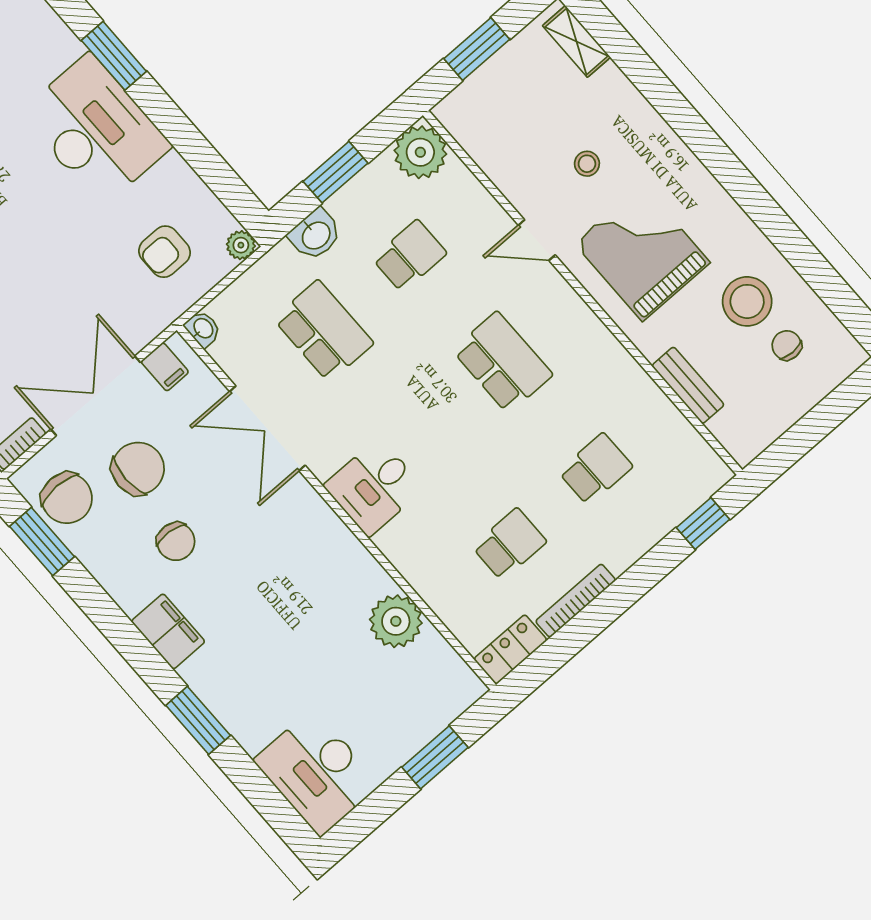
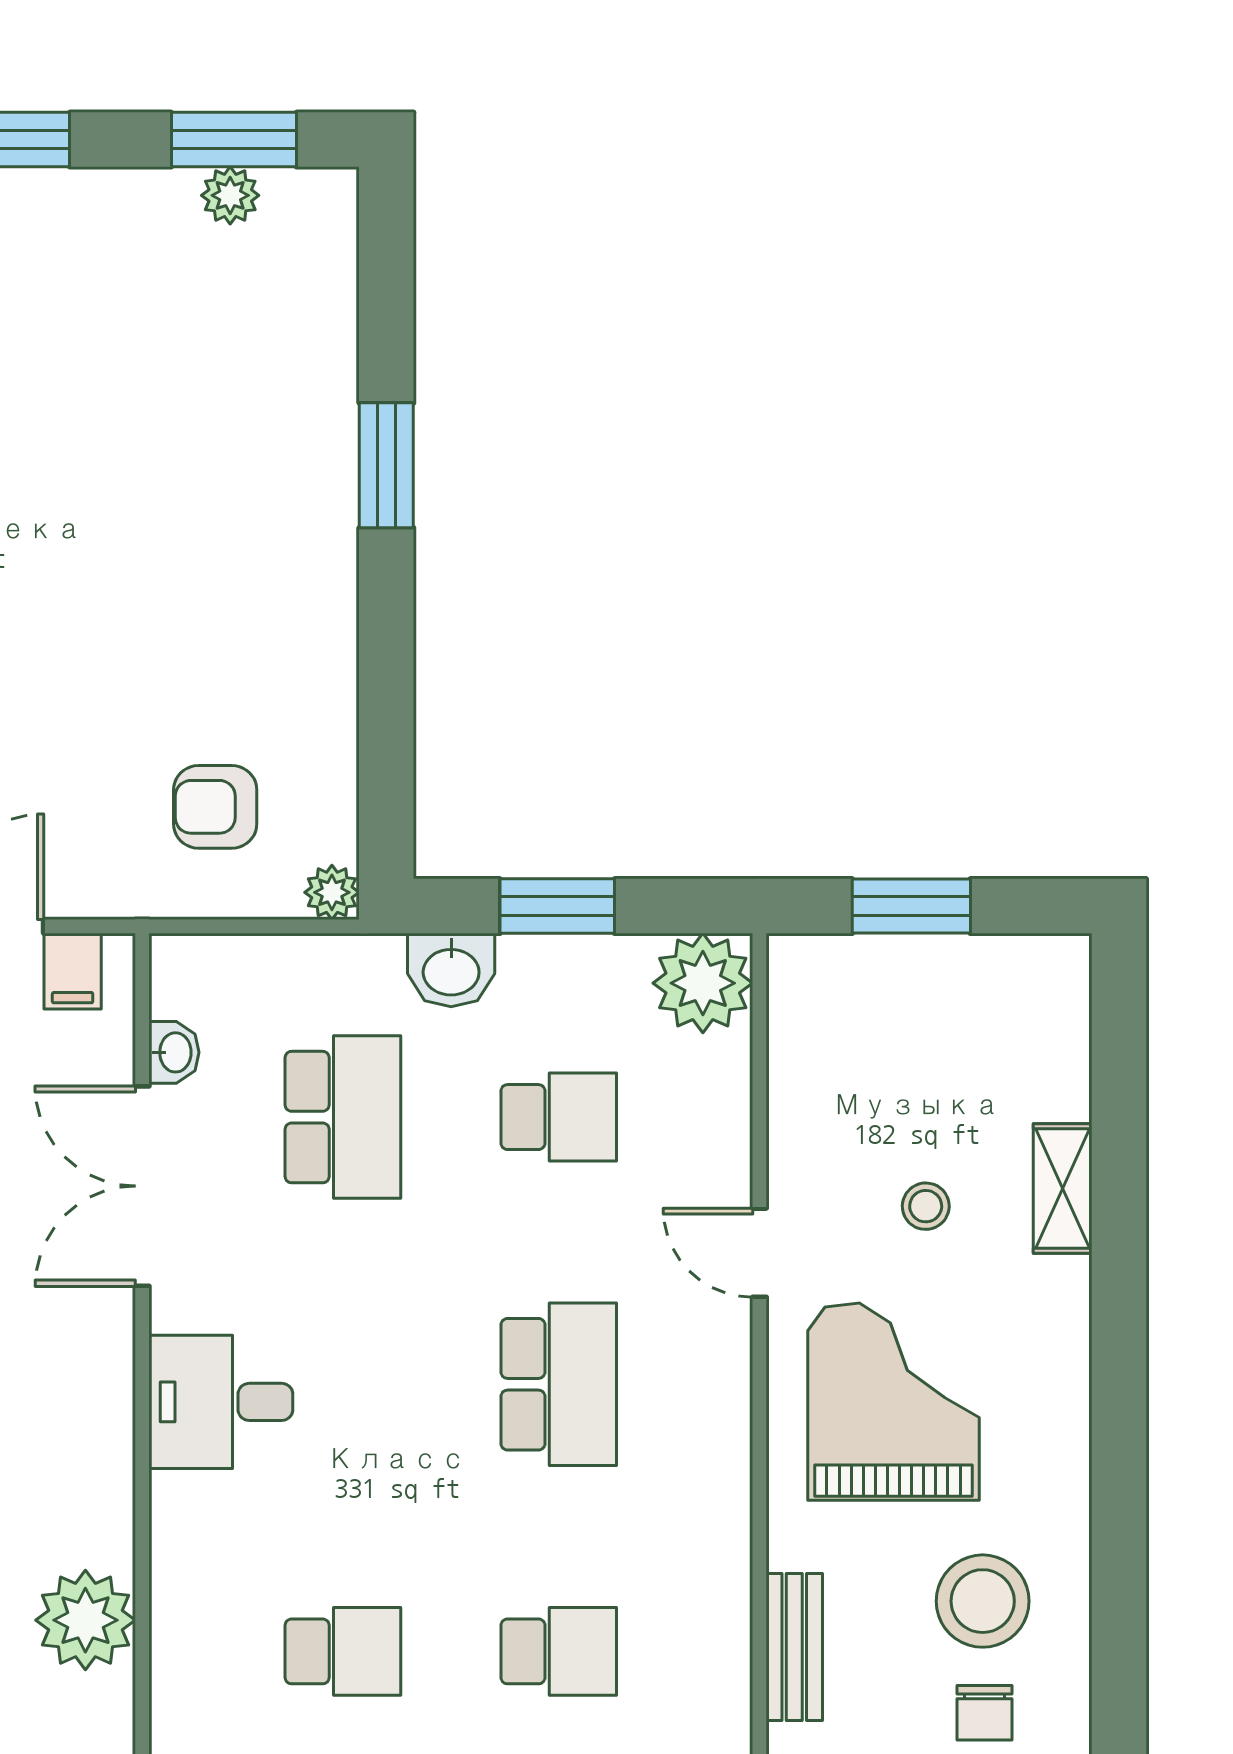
shelving: (577, 41) -> (1063, 1188), moved
desk: (96, 130) -> (269, 548), removed
washbasin: (203, 329) -> (174, 1052), moved
chair: (787, 345) -> (984, 1713), turned 180

